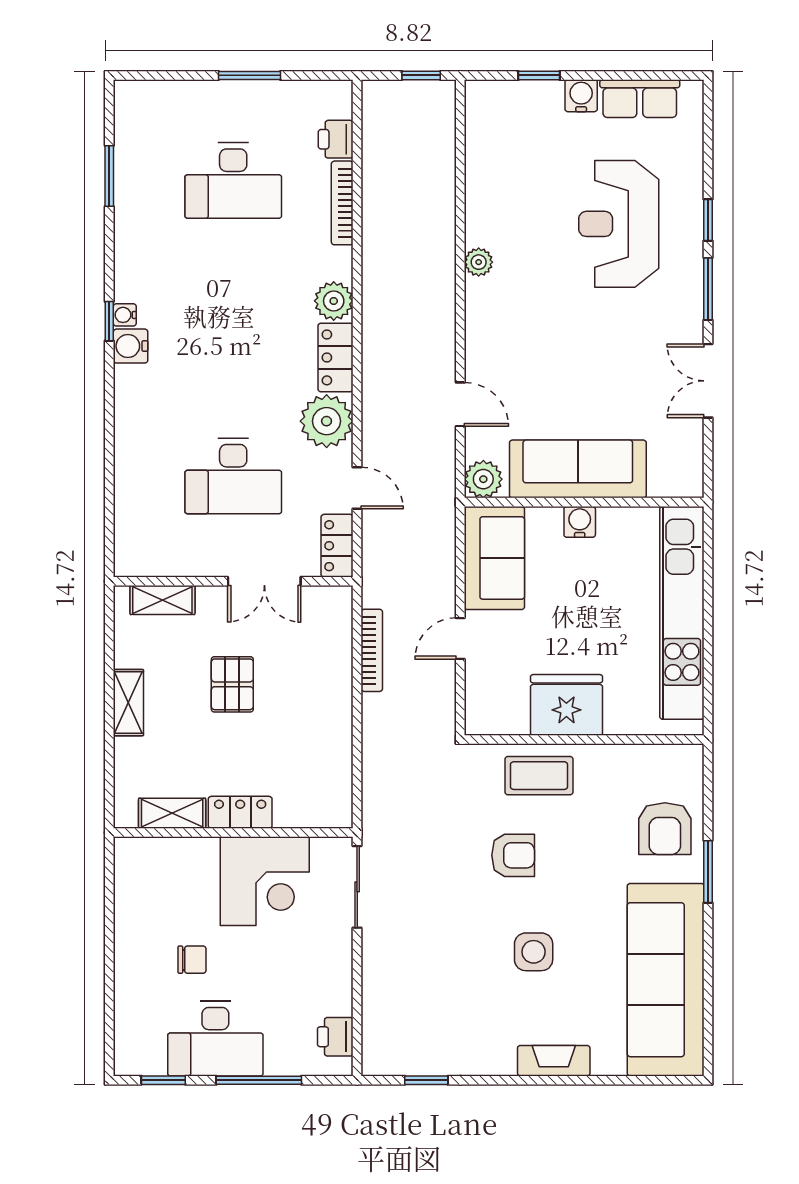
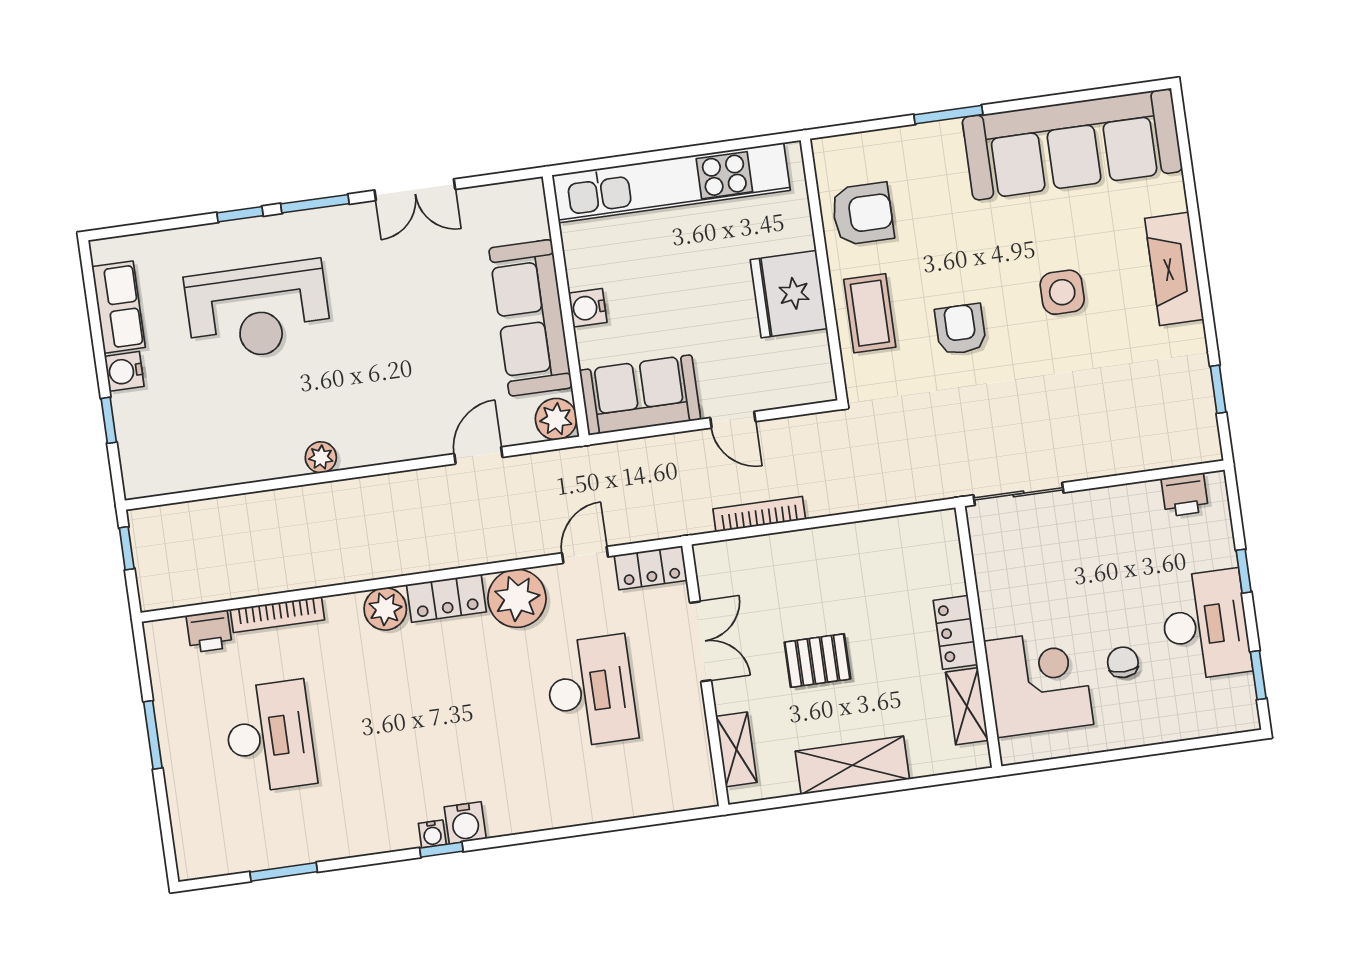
shelving: (128, 703) -> (852, 765), width x1.50, depth x1.33
armchair: (665, 829) -> (863, 214), moved
corner desk: (265, 881) -> (1039, 683), moved
fireplace: (554, 1061) -> (1174, 269), width x1.37, depth x1.32
window: (259, 1080) -> (1244, 571), width x0.46

